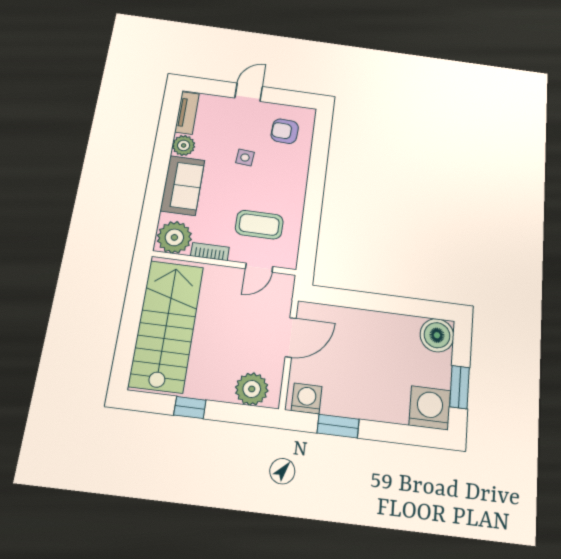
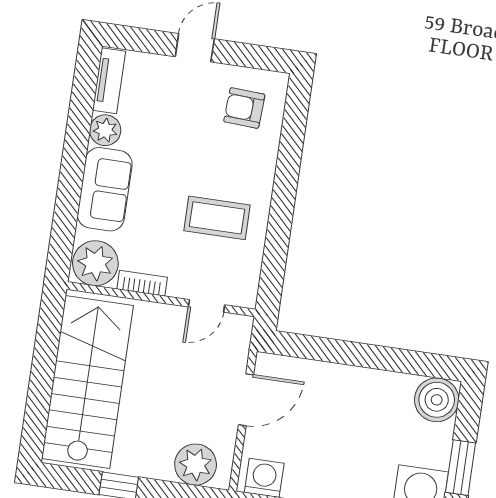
side table: (245, 158) -> (189, 148), removed
coffee table: (259, 225) -> (217, 218), moved

